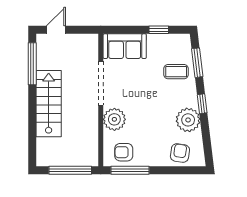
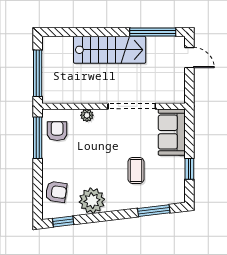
coffee table: (176, 72) -> (136, 170), moved
window: (202, 104) -> (63, 222), moved
plant: (114, 119) -> (87, 115), width x0.53, depth x0.53

